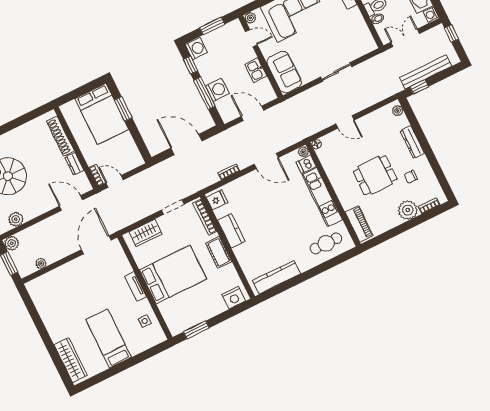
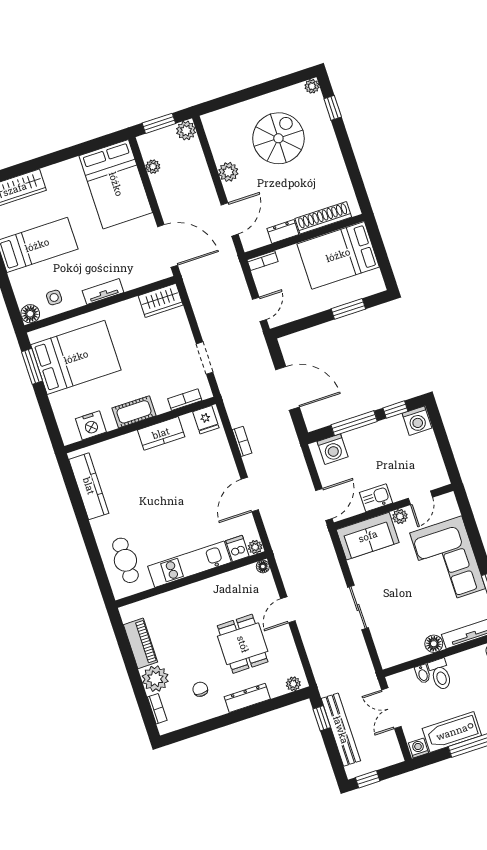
floor lamp: (355, 14) -> (434, 644), added
plant: (250, 18) -> (400, 516), moved
window: (212, 26) -> (445, 447), removed
window: (451, 34) -> (368, 779), moved
double door: (405, 38) -> (391, 708), swing flipped
washing machine: (217, 90) -> (333, 449), moved
door: (252, 113) -> (324, 504), moved
bed: (102, 114) -> (338, 255), moved
door: (186, 145) -> (288, 388), hinge flipped
dining table: (375, 175) -> (243, 644), moved
door: (115, 181) -> (259, 309), moved
bookcase: (205, 217) -> (185, 400), width x0.64
plant: (16, 219) -> (228, 172), moved
piano: (359, 224) -> (141, 643), moved, turned -90
wardrobe: (146, 233) -> (161, 300), moved, turned -90
bed: (173, 274) -> (76, 357), moved, turned -90
bed: (57, 288) -> (116, 184), added
nightstand: (234, 298) -> (91, 425), moved, turned -90
floor lamp: (159, 337) -> (30, 314), added

